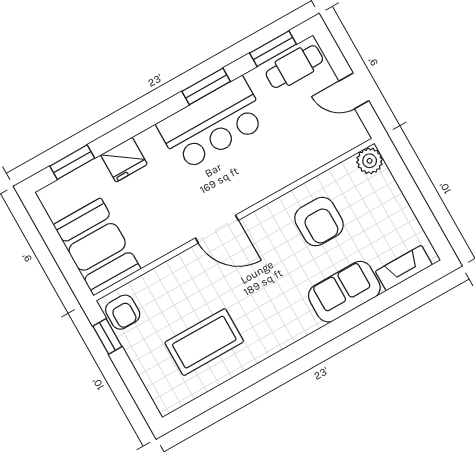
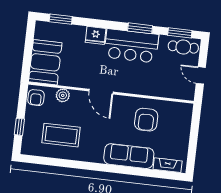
fridge: (124, 160) -> (96, 35), moved
plant: (370, 161) -> (63, 95), moved
sofa: (344, 292) -> (129, 156), width x1.36
window: (107, 336) -> (19, 127), moved

